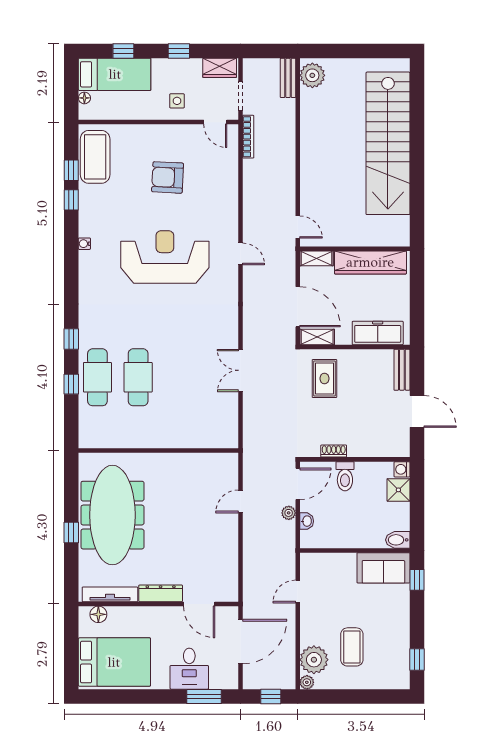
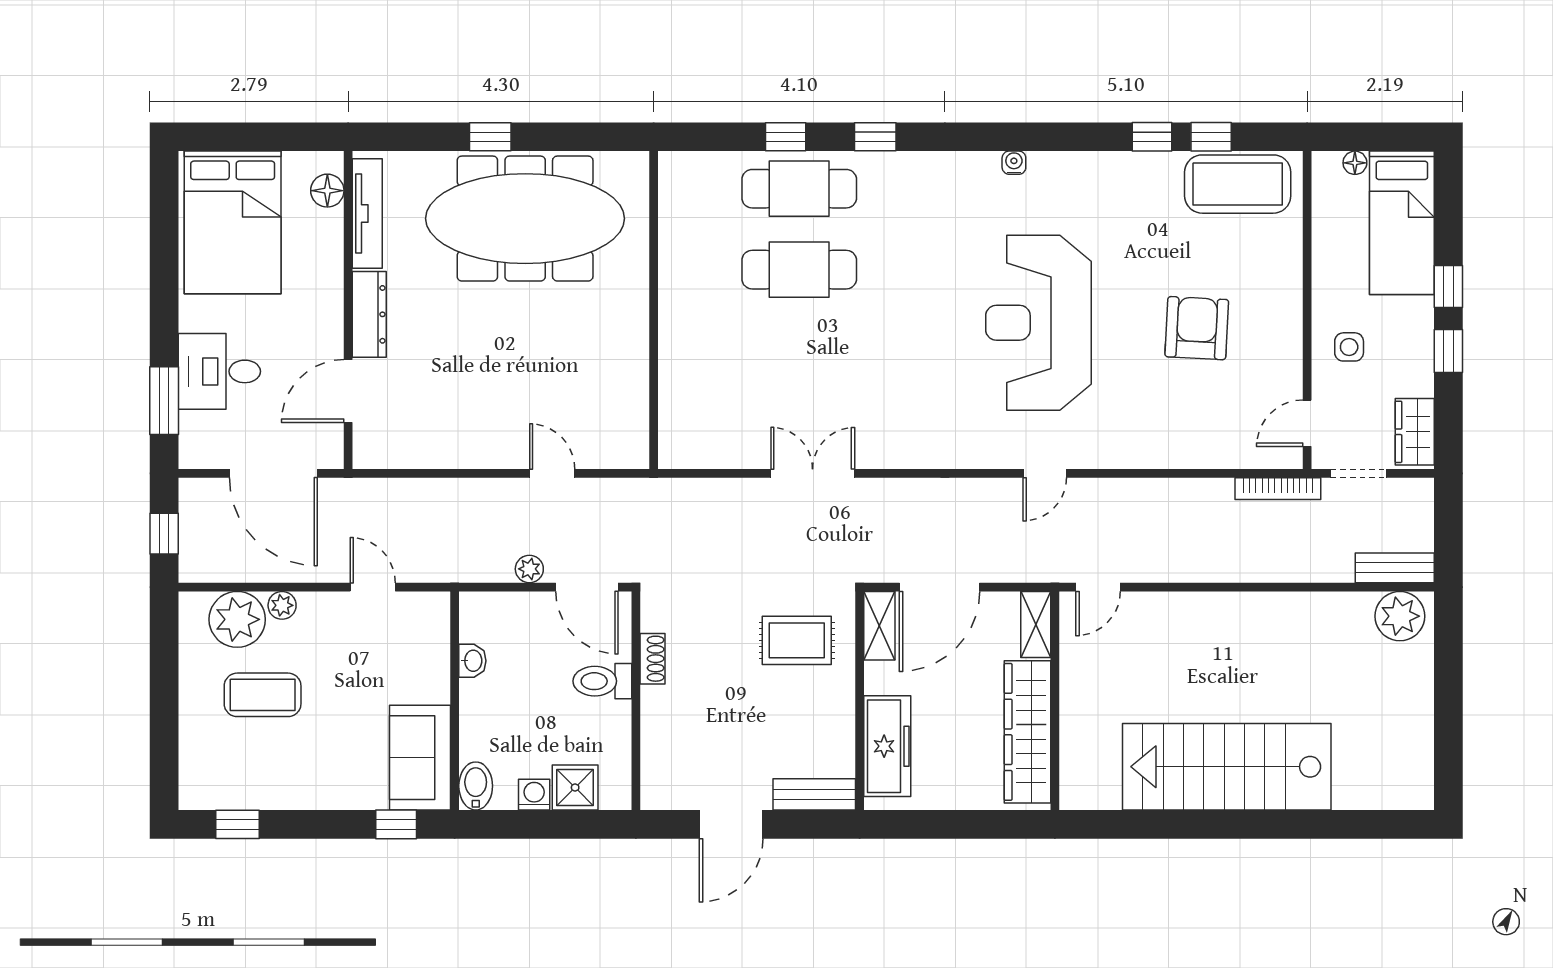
window: (123, 51) -> (1448, 286), moved
stairs: (388, 143) -> (1227, 767), width x0.73
water cooler: (84, 244) -> (1014, 163), moved
reception desk: (165, 257) -> (1038, 323), turned 180
washing machine: (402, 469) -> (534, 795), moved
washbasin: (307, 521) -> (472, 661), moved, turned -90
plant: (307, 682) -> (282, 605), moved

